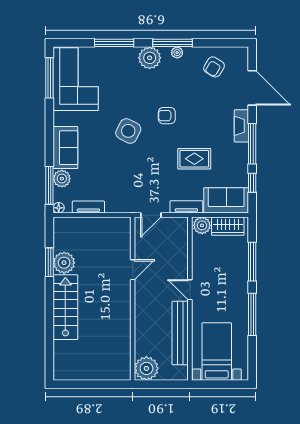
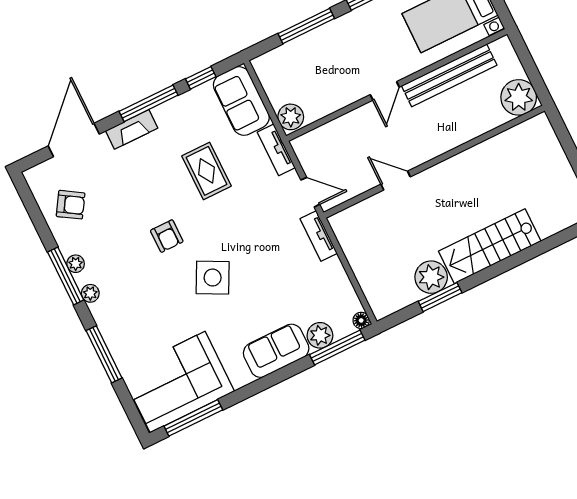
plant: (150, 58) -> (90, 293), width x0.53, depth x0.53
tv unit: (88, 207) -> (319, 236), moved
wardrobe: (228, 226) -> (275, 82), removed

